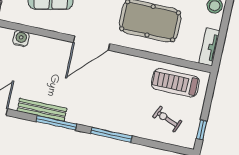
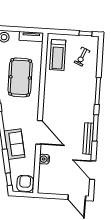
door: (92, 43) -> (39, 132), moved

